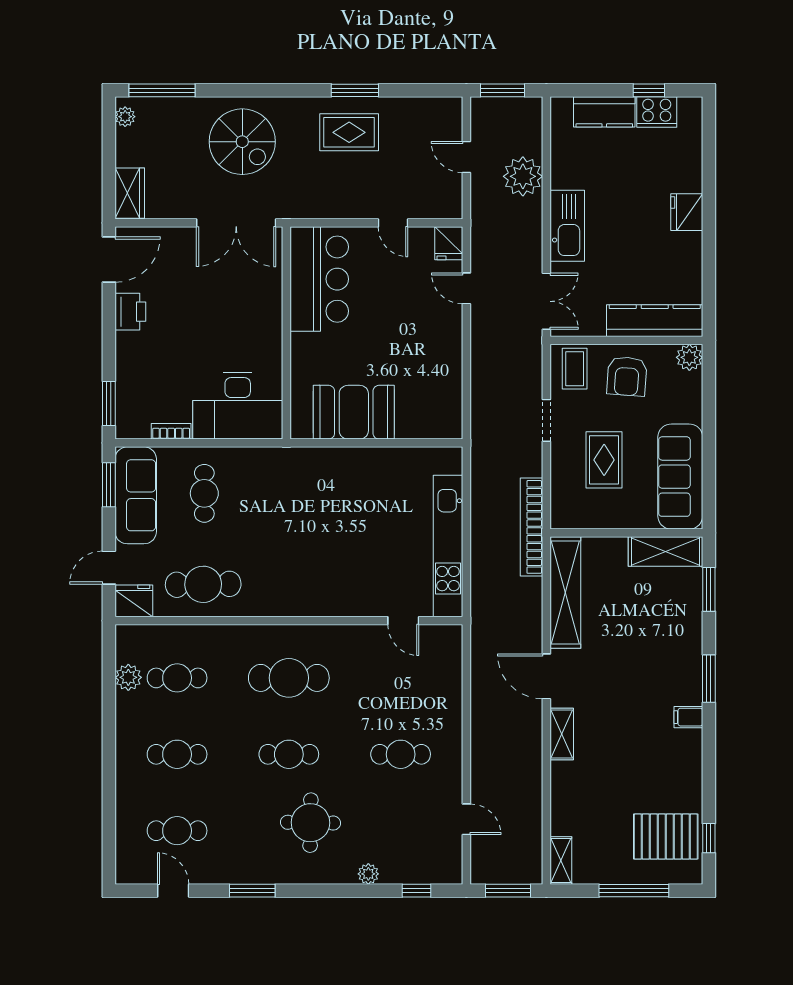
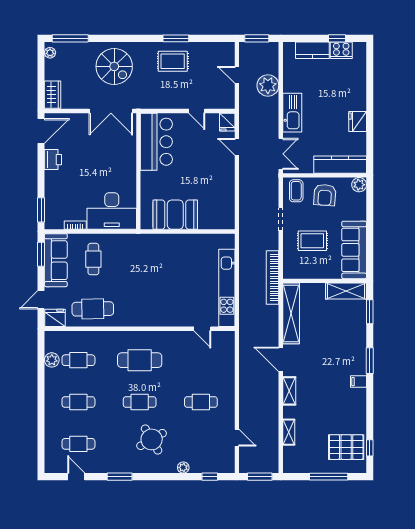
fridge: (687, 212) -> (358, 121), moved
rug: (604, 460) -> (312, 241), turned 90
round table: (310, 823) -> (152, 439), turned -31
shelving: (561, 860) -> (289, 432), moved

